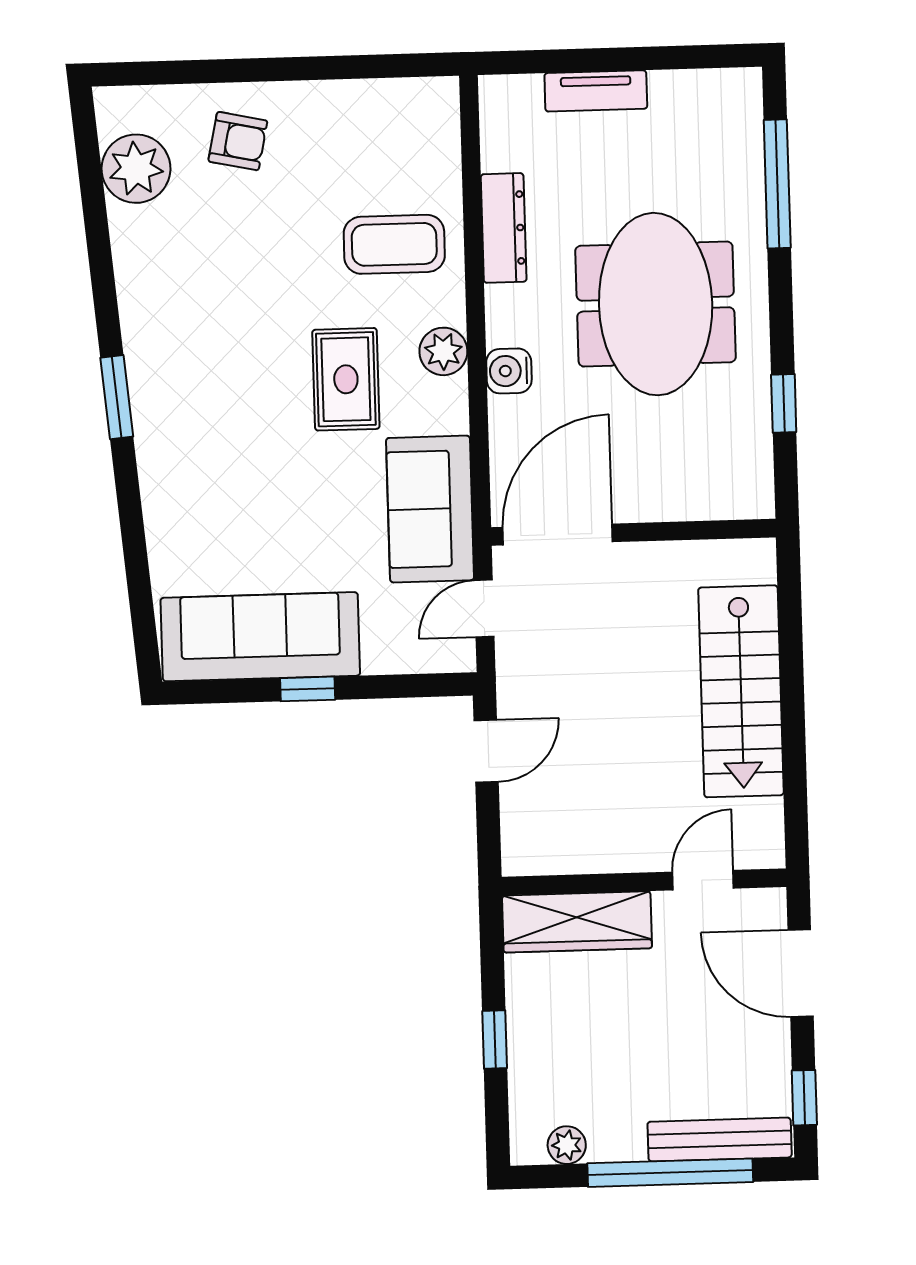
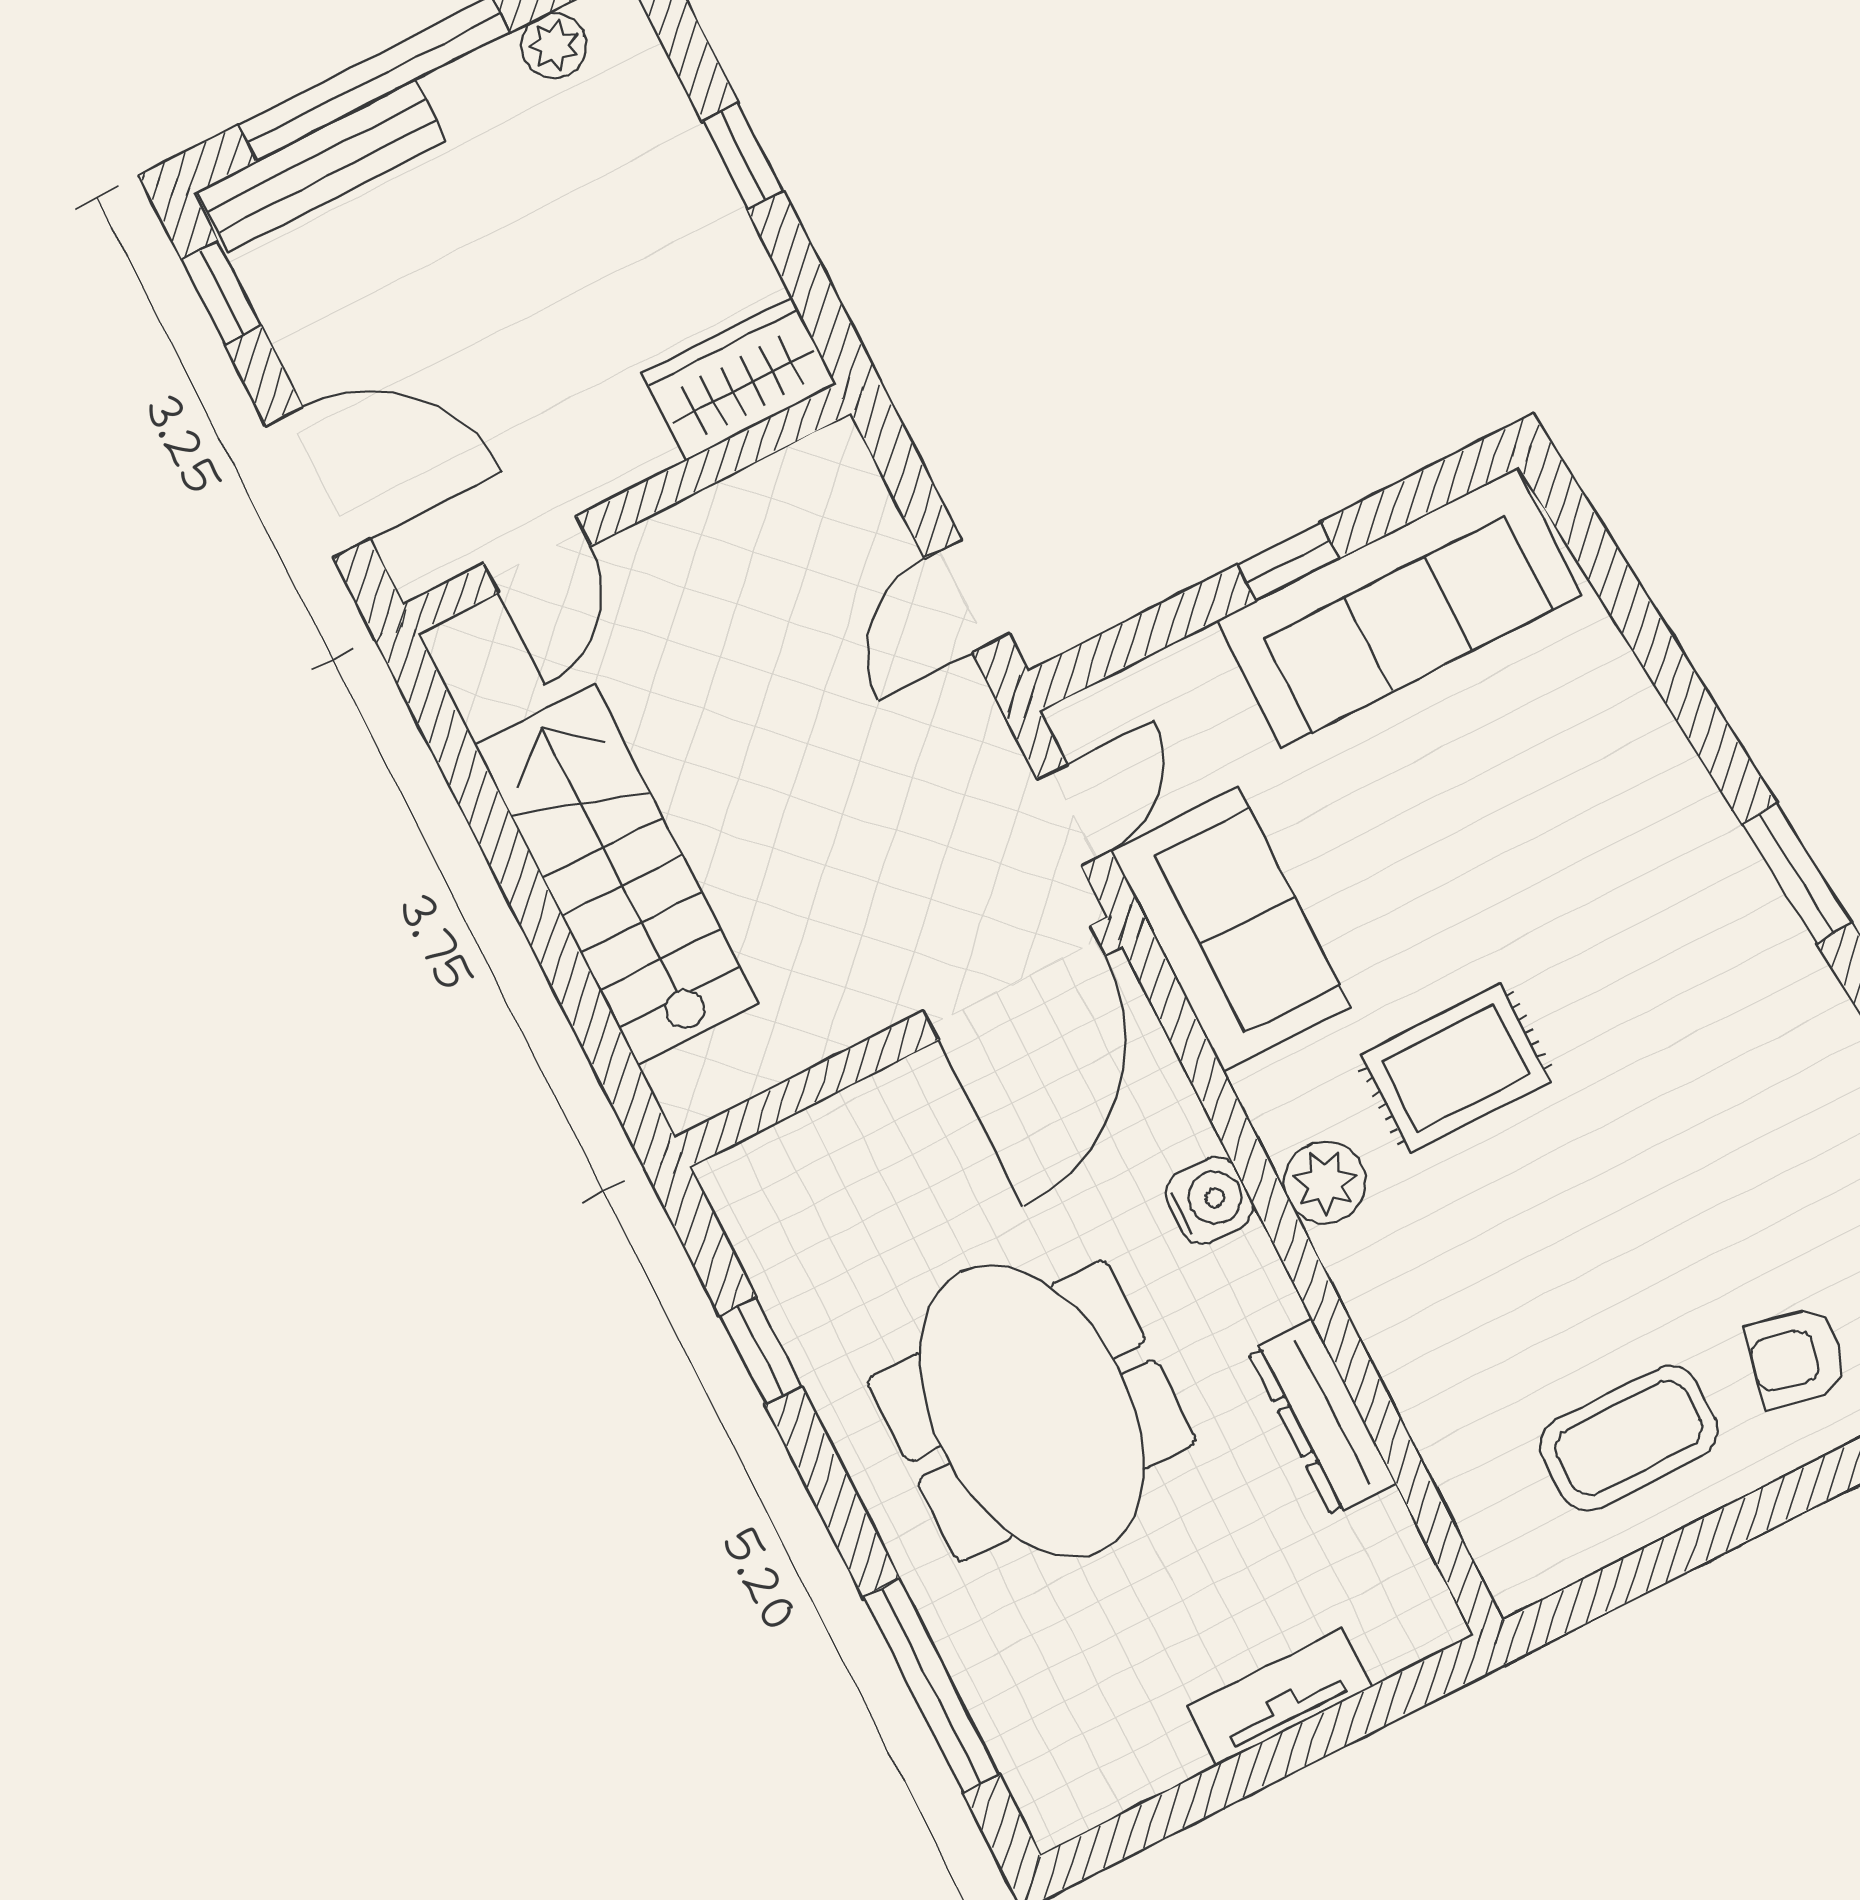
coffee table: (394, 244) -> (1629, 1438), moved
rug: (346, 379) -> (1455, 1068), turned 90
wardrobe: (577, 922) -> (739, 379), width x0.67

